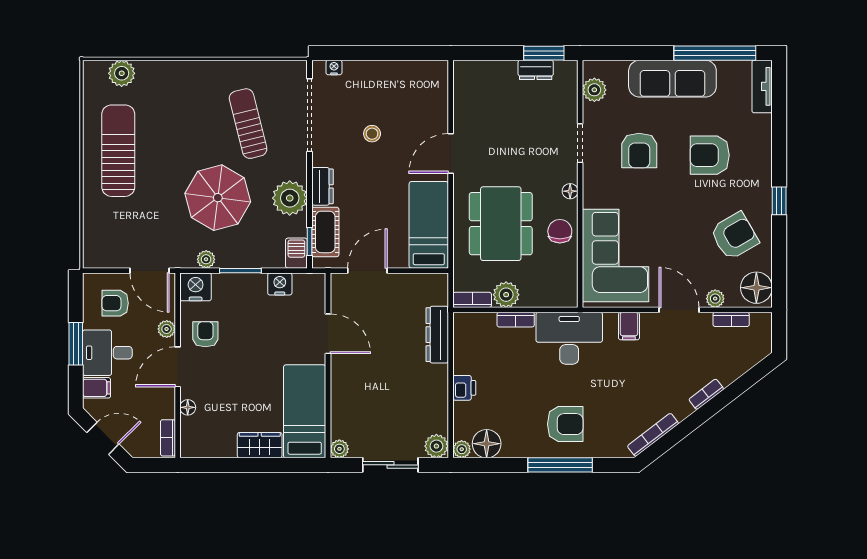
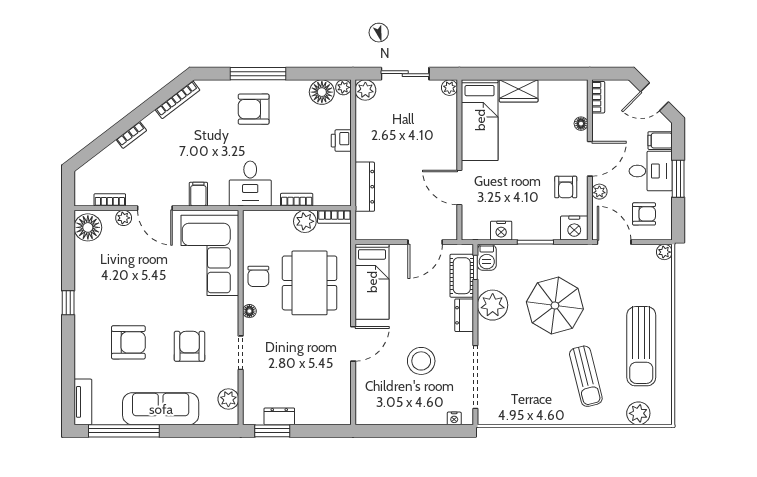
sun lounger: (248, 124) -> (586, 376), moved
stool: (372, 134) -> (421, 361), width x1.89, depth x1.89
armchair: (734, 236) -> (107, 272), removed
plant: (206, 259) -> (664, 252), moved
desk: (569, 338) -> (250, 184), width x0.73

